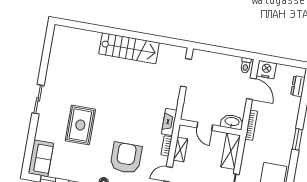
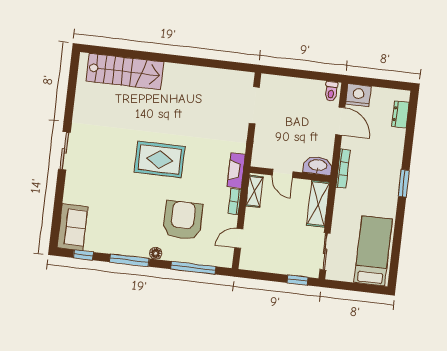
stairs: (129, 48) -> (125, 72), moved
rug: (80, 125) -> (160, 159), moved, turned 90
shelving: (180, 149) -> (254, 191), moved

